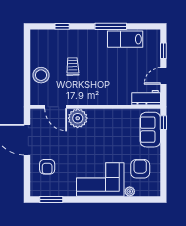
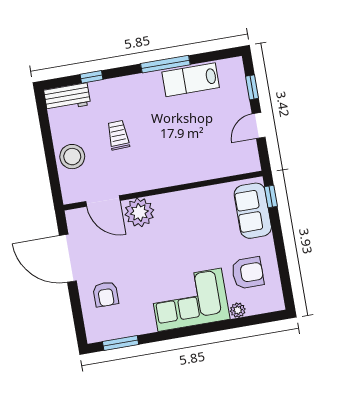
workbench: (146, 98) -> (67, 97), moved, turned 180
armchair: (140, 169) -> (248, 273), turned 90

